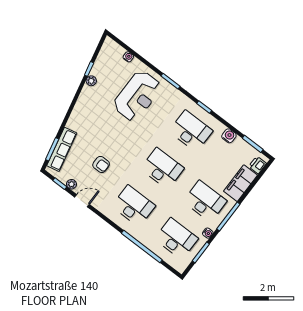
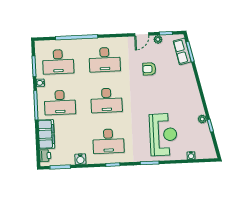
reception desk: (137, 96) -> (163, 135), turned 180
row of seats: (62, 149) -> (182, 51), width x0.68

